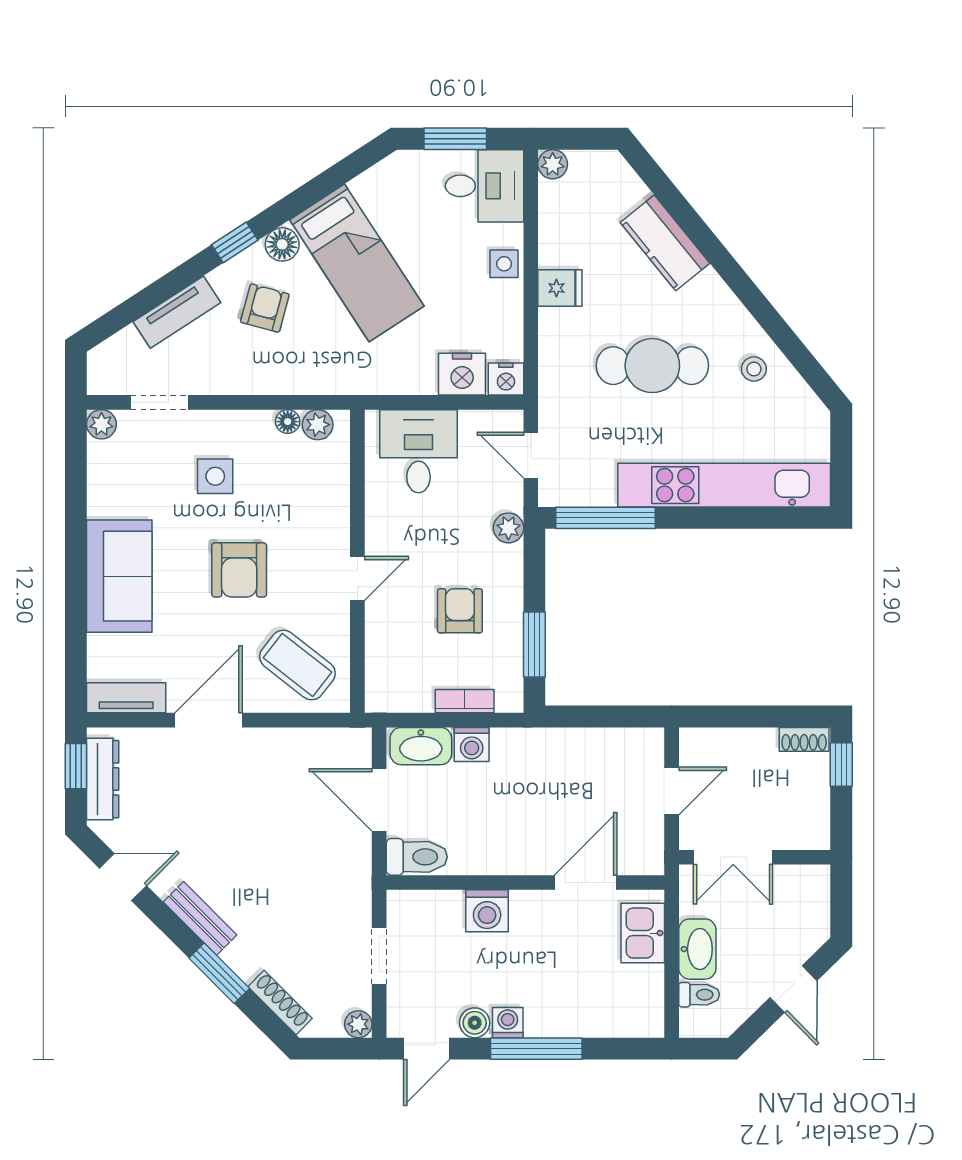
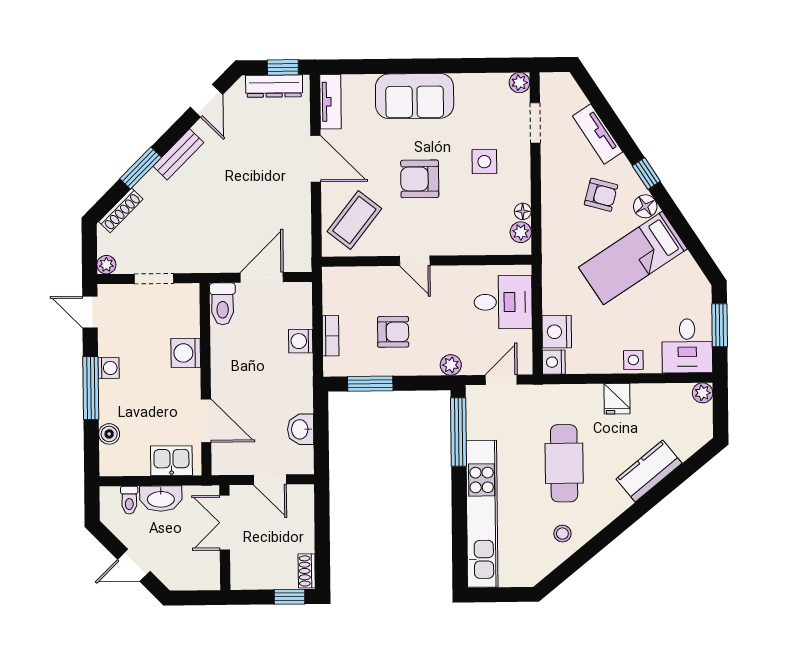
washbasin: (421, 746) -> (301, 429), moved, width x0.72
boiler: (475, 1023) -> (109, 434), moved

